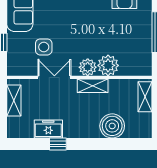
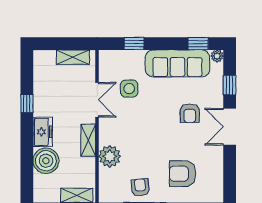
armchair: (137, 36) -> (140, 187), added
plant: (88, 67) -> (108, 135), removed
freezer: (48, 129) -> (43, 132), moved

